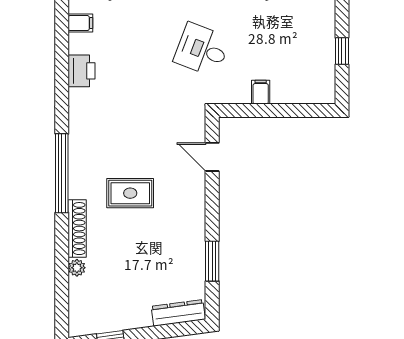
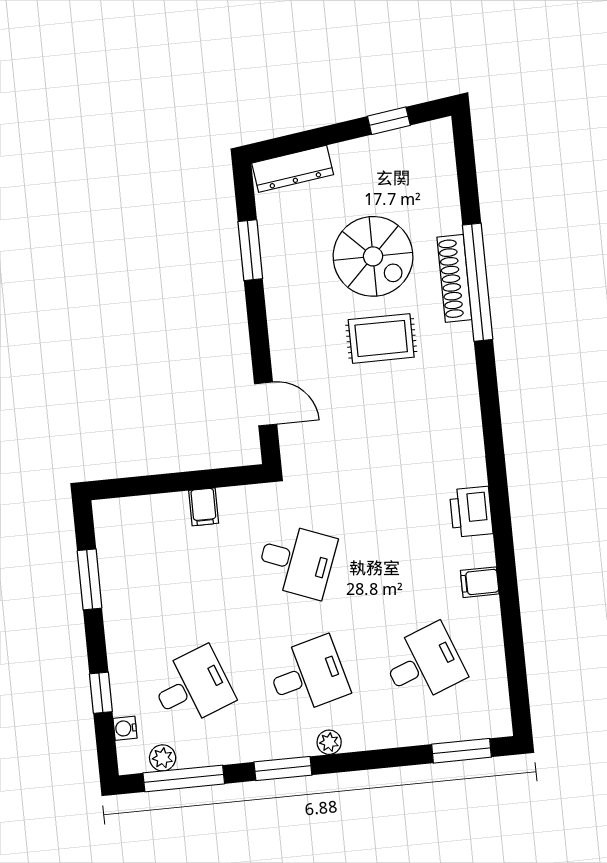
window: (342, 51) -> (90, 579), width x1.50
window: (62, 173) -> (478, 282), moved
spiral stairs: (130, 249) -> (373, 256), added
plant: (77, 268) -> (449, 220), removed

